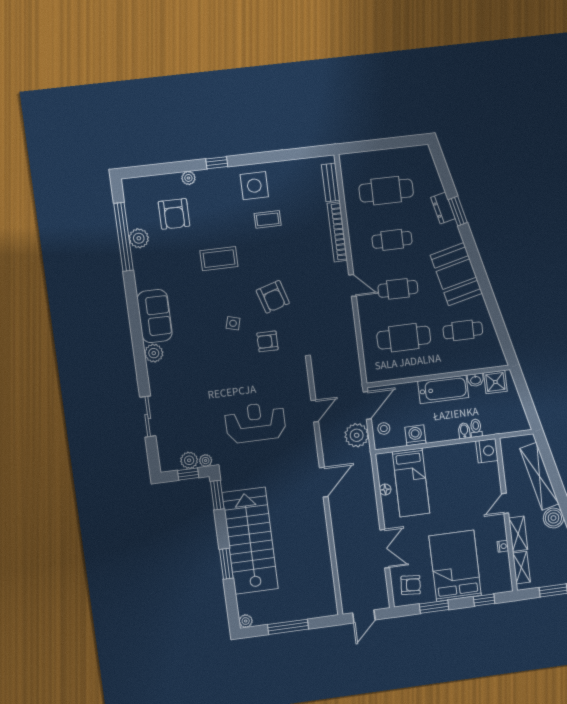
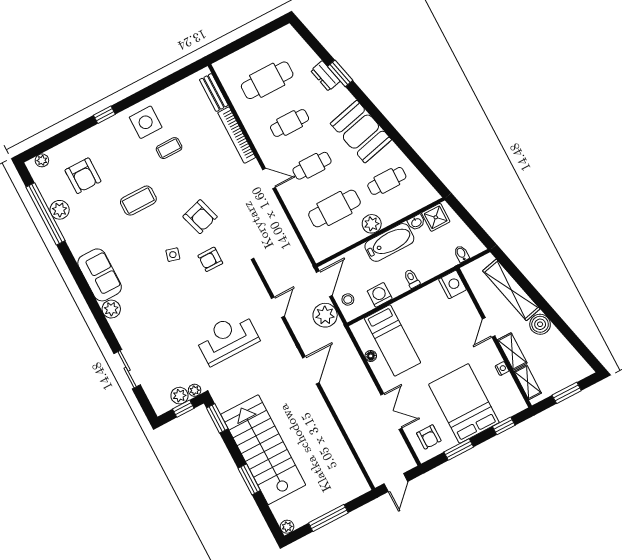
plant: (188, 178) -> (42, 160), moved
plant: (433, 365) -> (372, 224), added
toilet: (476, 428) -> (412, 279), moved
bidet: (464, 431) -> (462, 254), moved
armchair: (411, 585) -> (429, 437), turned 85

